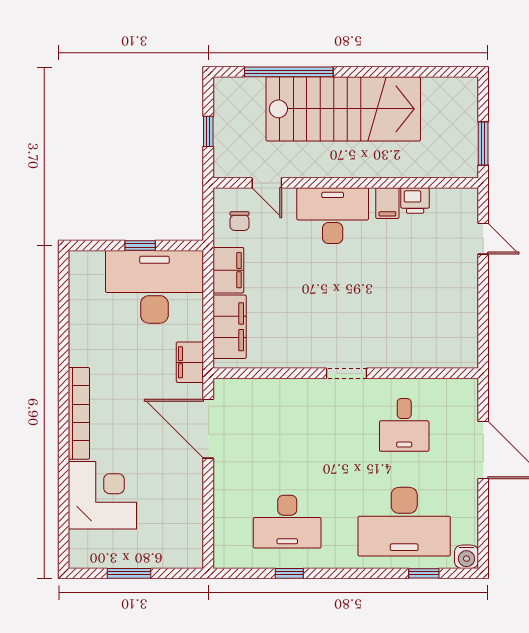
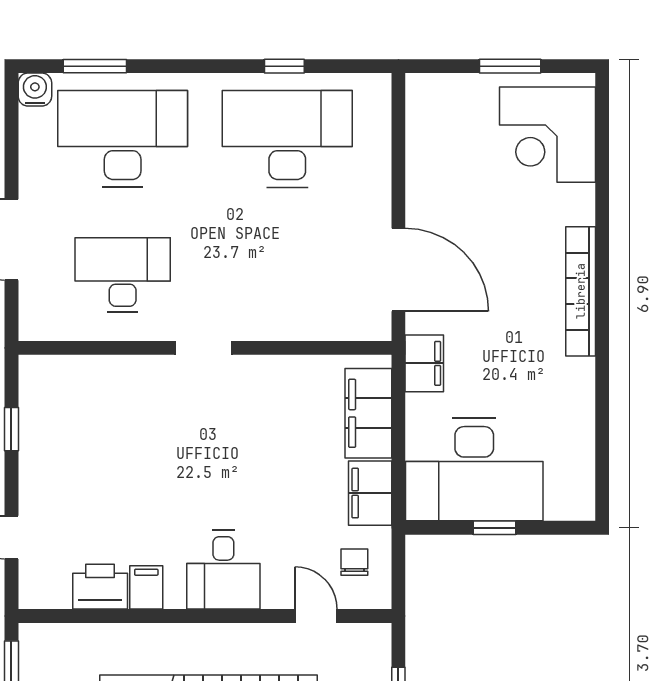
printer: (415, 201) -> (100, 587), width x1.36, depth x1.24
desk: (333, 216) -> (223, 570), width x0.73
window: (483, 316) -> (11, 429), added
desk: (404, 425) -> (123, 275), width x1.37
corner desk: (102, 495) -> (548, 135), moved
desk: (287, 522) -> (287, 139), width x1.36, depth x1.30
window: (424, 573) -> (95, 66), width x1.50

